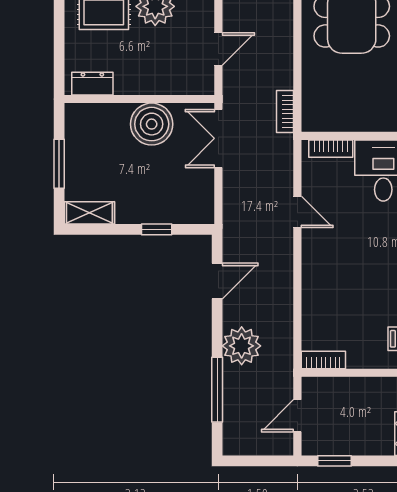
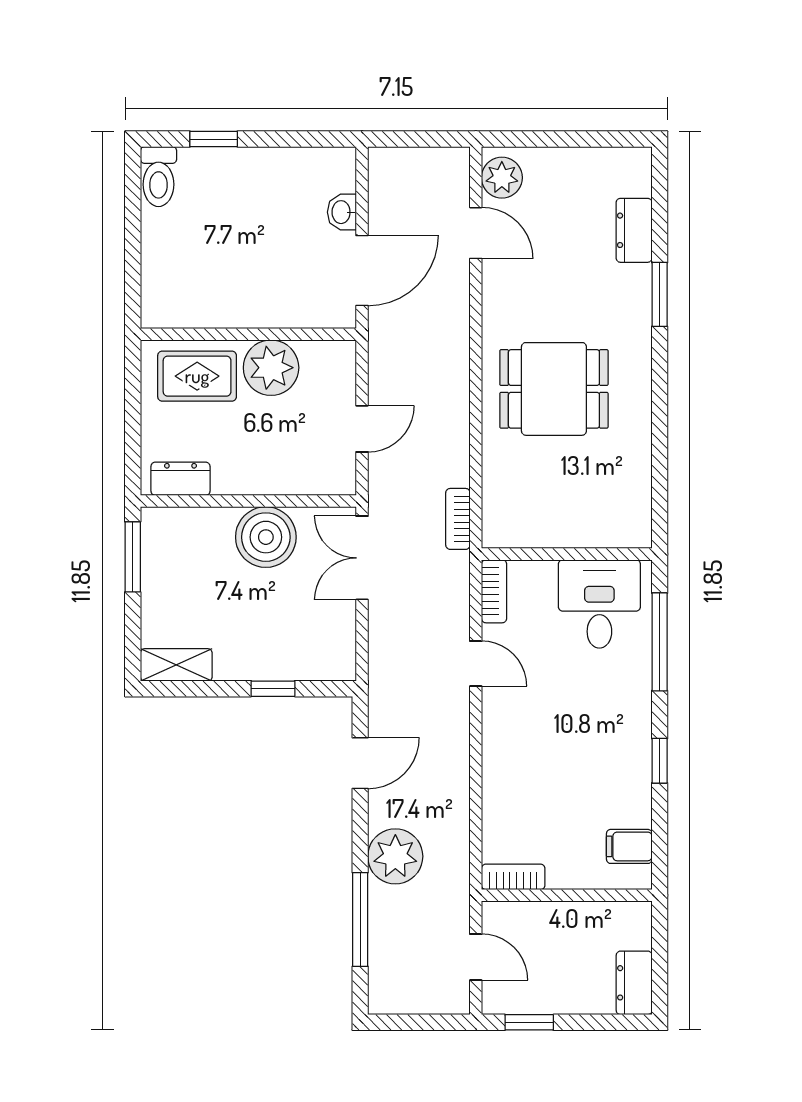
bookcase: (331, 149) -> (494, 591), moved, turned -90
window: (59, 164) -> (133, 557), moved
door: (297, 416) -> (476, 957), swing flipped

